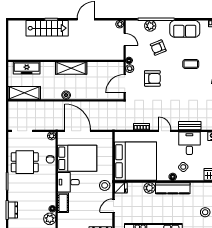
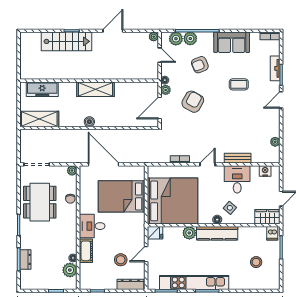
plant: (138, 26) -> (176, 39), added
armchair: (152, 78) -> (193, 102), turned -61
door: (165, 131) -> (208, 164), hinge flipped
bed: (77, 158) -> (122, 196), moved, turned 180
dining table: (25, 162) -> (40, 202), width x1.38
stool: (105, 185) -> (121, 260), moved

